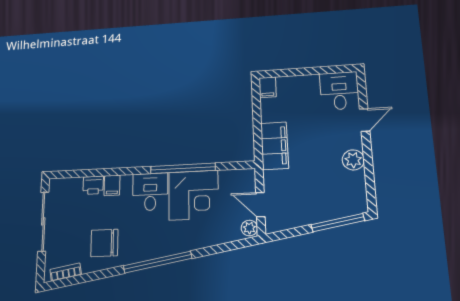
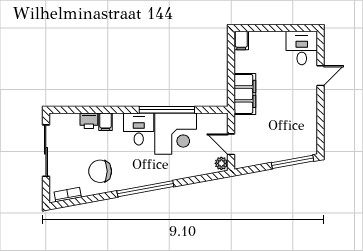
plant: (353, 160) -> (309, 110), removed

